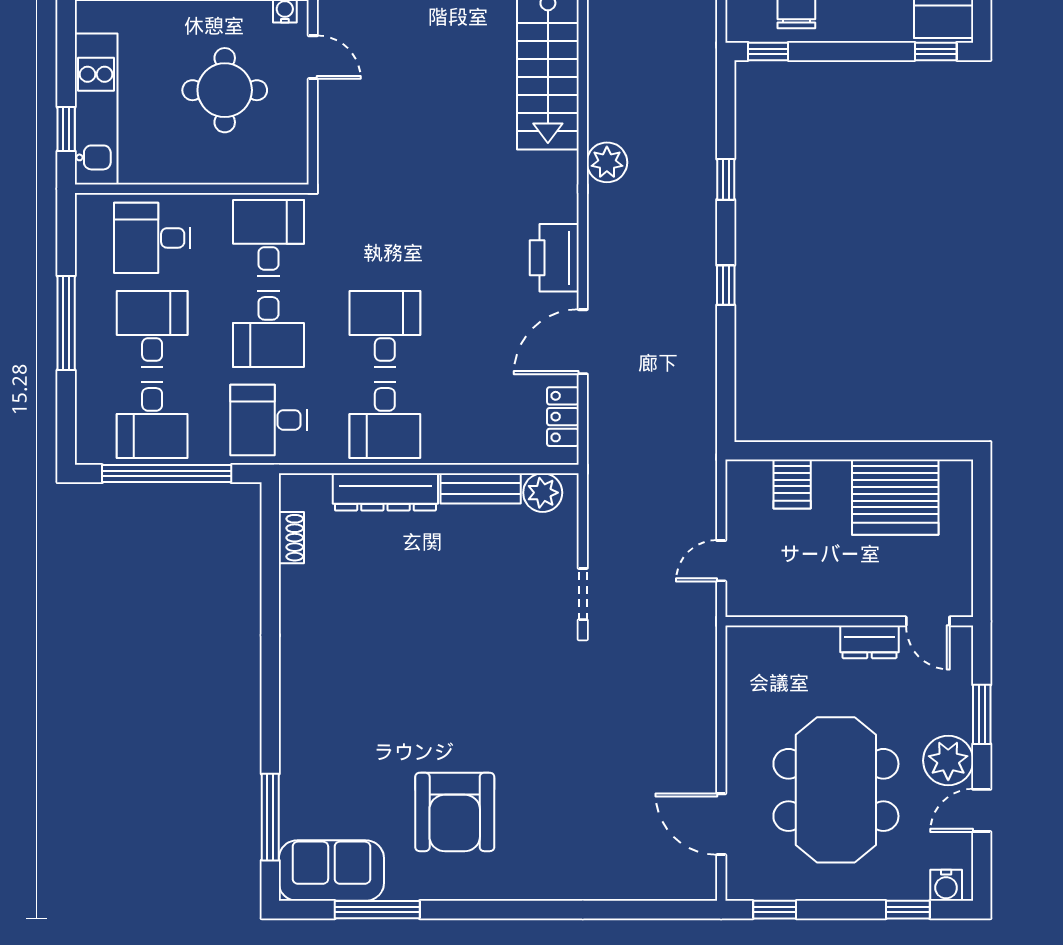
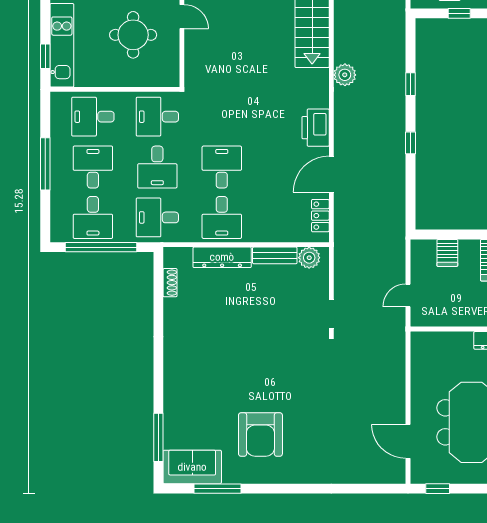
window: (768, 51) -> (459, 13), moved
desk: (268, 238) -> (157, 117), turned -90

